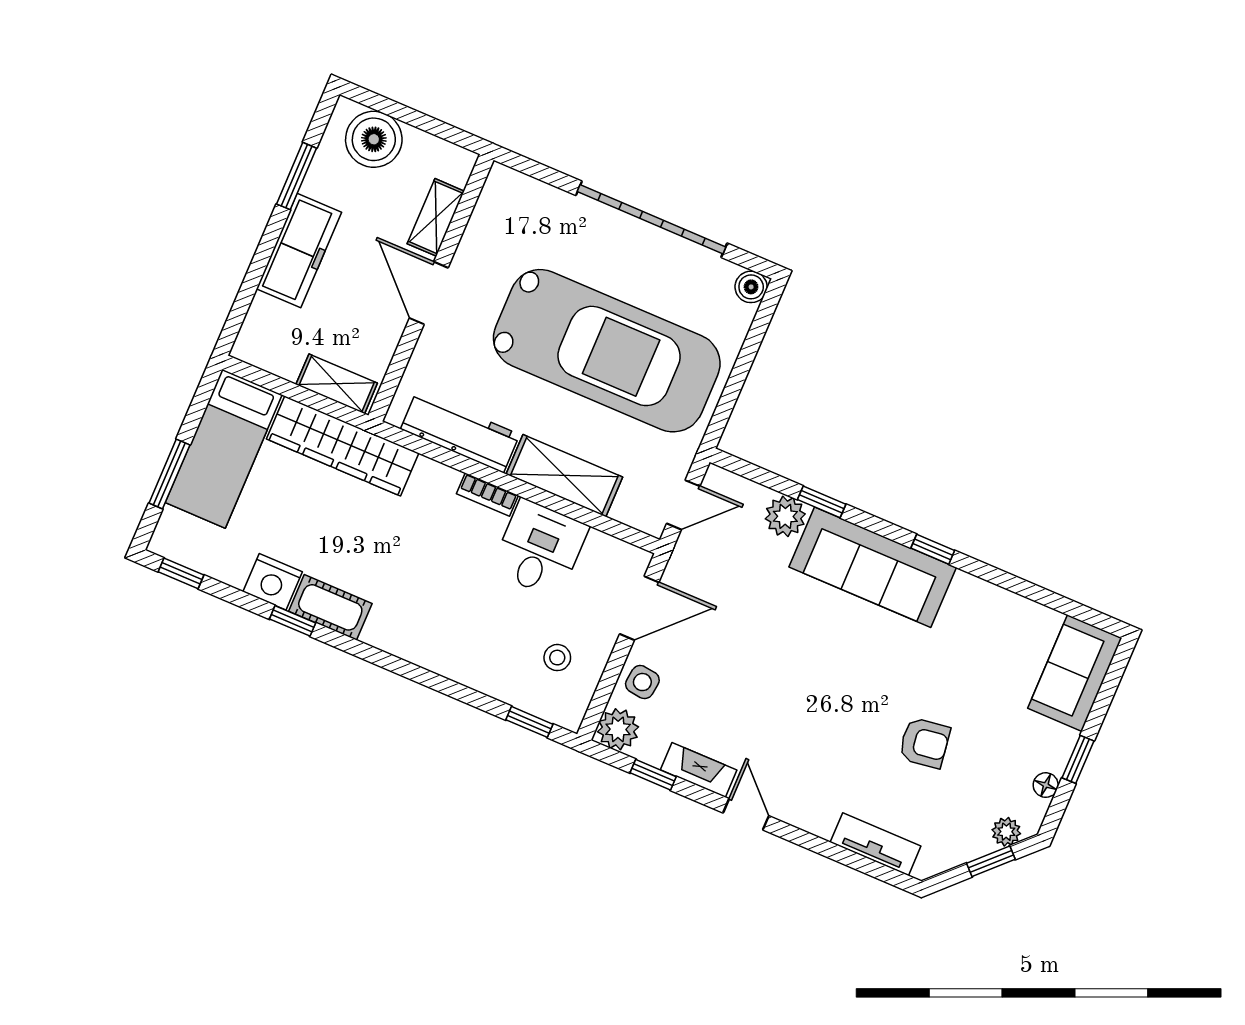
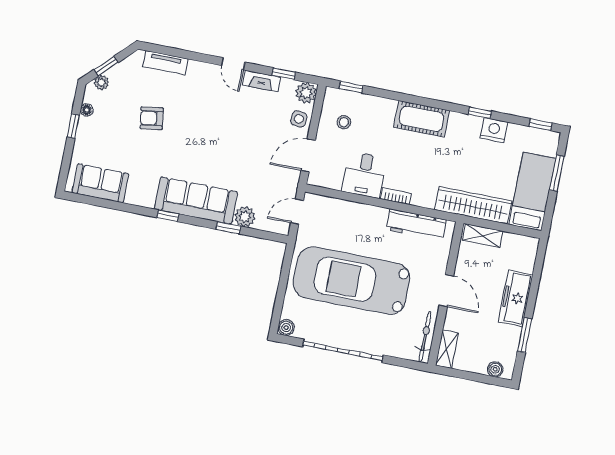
boiler: (374, 139) -> (495, 369), width x0.54, depth x0.54
bicycle: (488, 213) -> (425, 337), added
shelving: (436, 217) -> (447, 349), moved
shelving: (564, 476) -> (359, 214), removed
cot: (330, 607) -> (421, 119), moved, width x1.37, depth x1.34
sofa: (1075, 673) -> (100, 183), moved, turned -90

